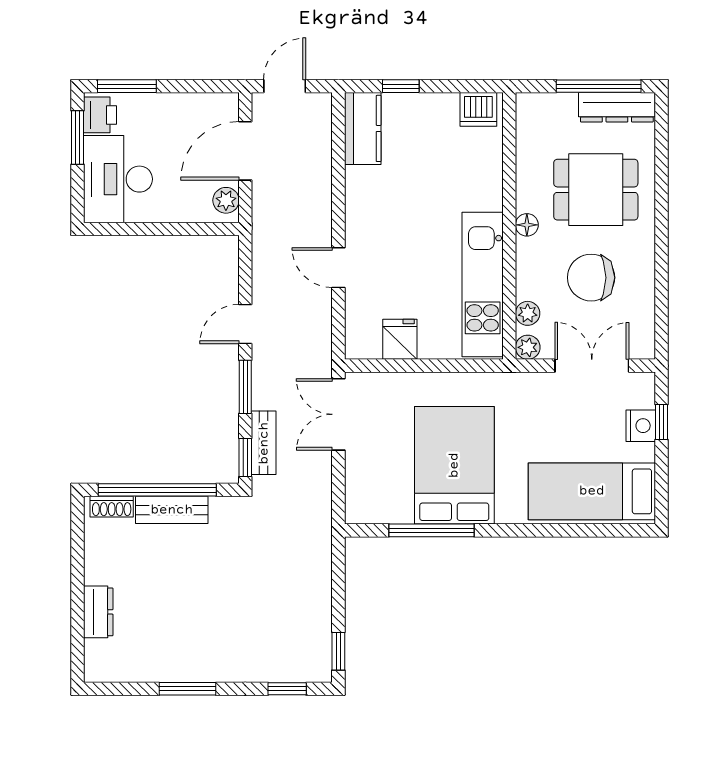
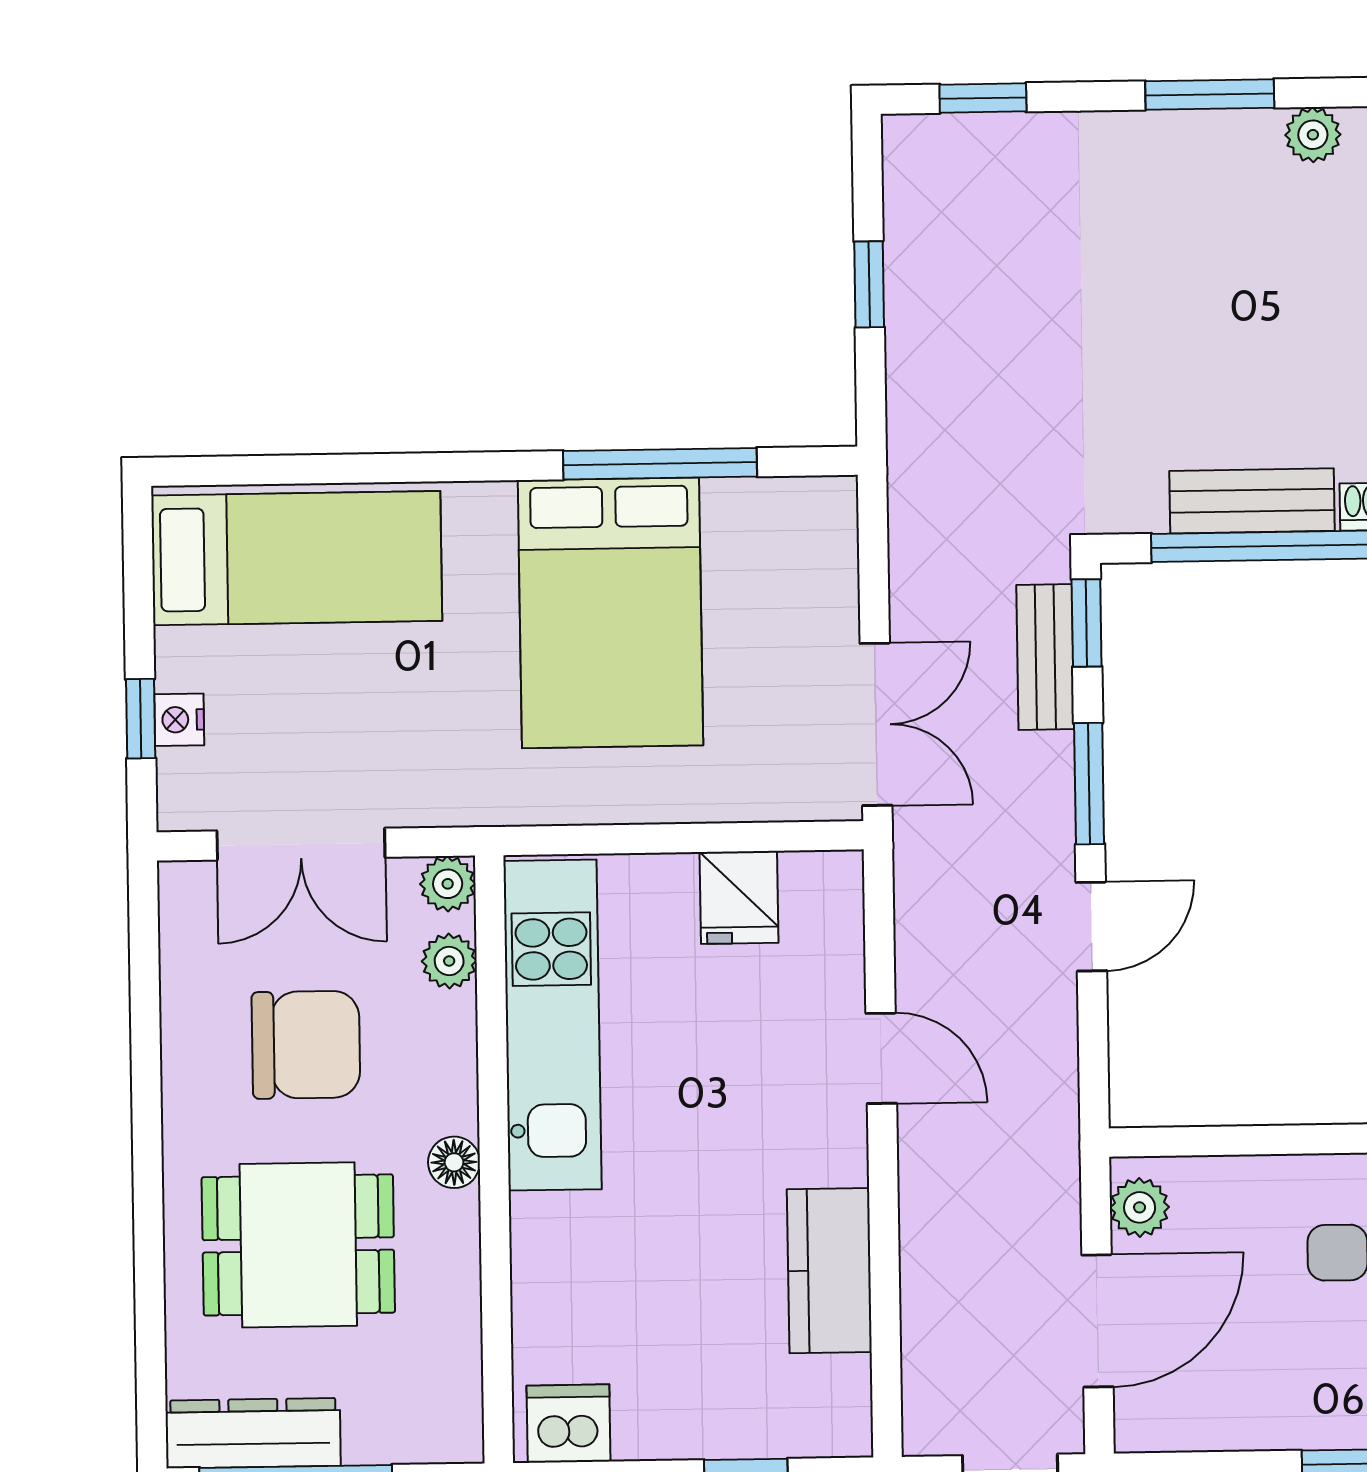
kitchen counter: (363, 128) -> (829, 1271), moved
nightstand: (641, 426) -> (179, 720), width x0.72, depth x0.74
window: (338, 651) -> (869, 284), moved
plant: (142, 670) -> (1313, 135), added

